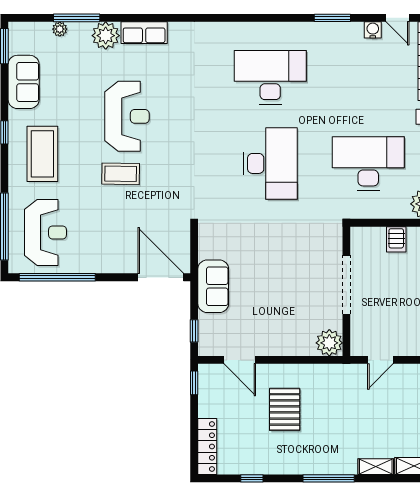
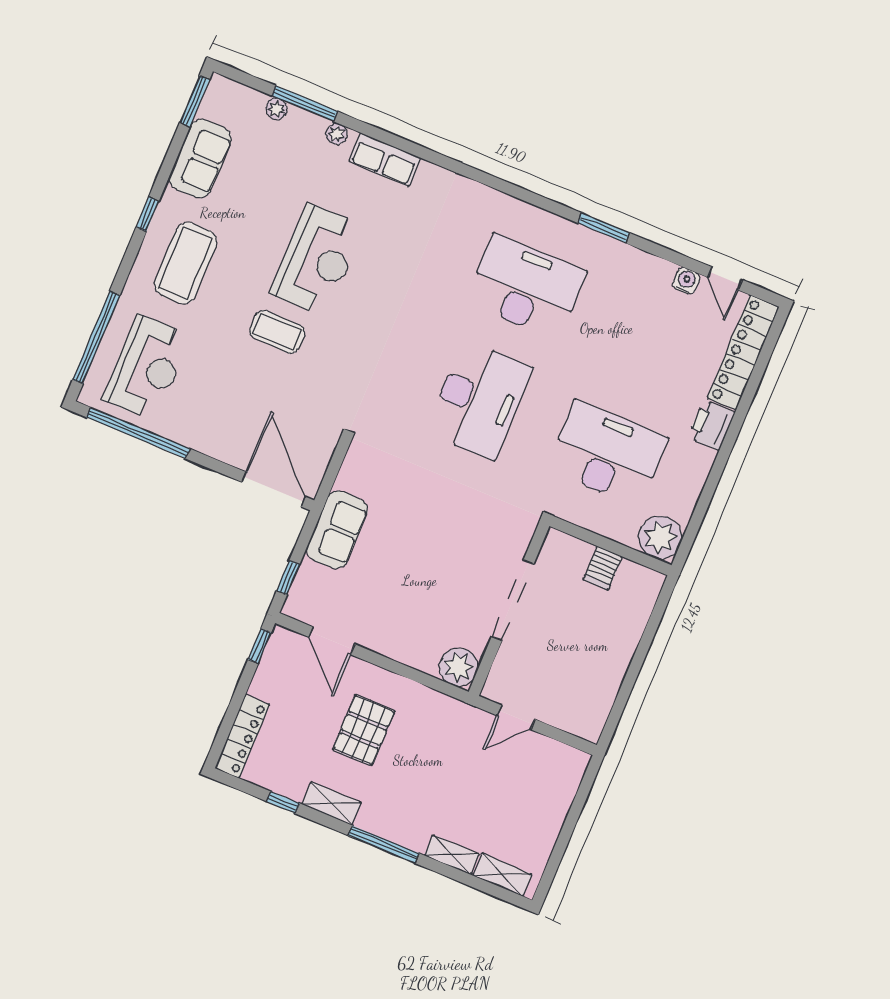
window: (332, 18) -> (604, 228), moved
plant: (106, 36) -> (337, 134), width x0.53, depth x0.53
shelving: (283, 466) -> (331, 803), added

